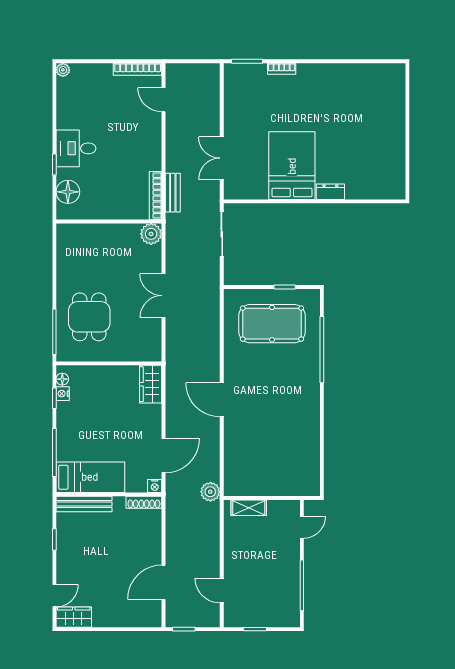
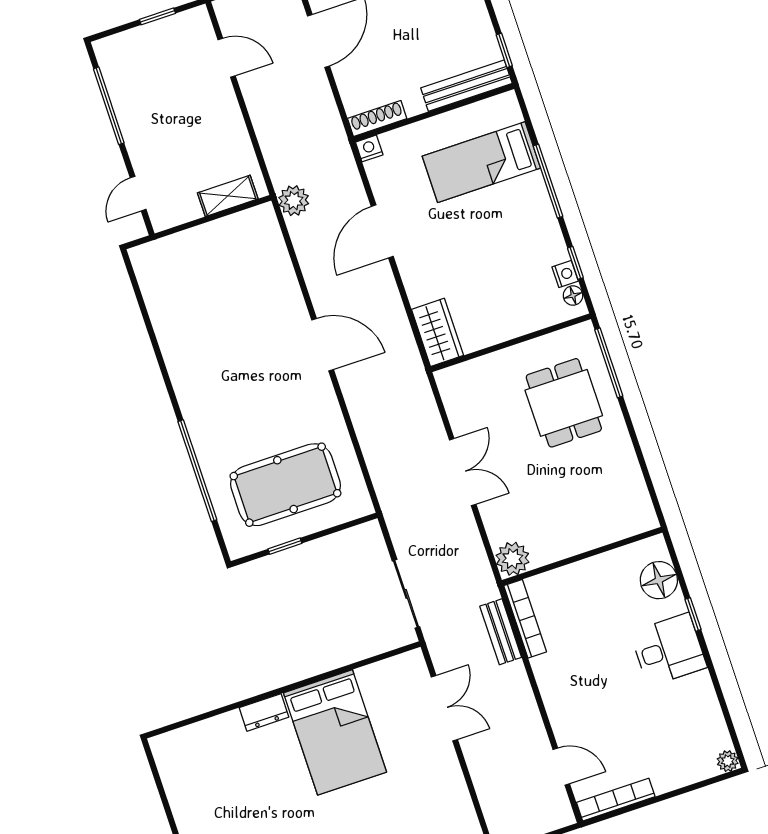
nightstand: (155, 486) -> (369, 148), moved
wall: (109, 494) -> (434, 113), moved
shoe rack: (144, 502) -> (377, 118), moved
bench: (84, 504) -> (466, 86), moved

